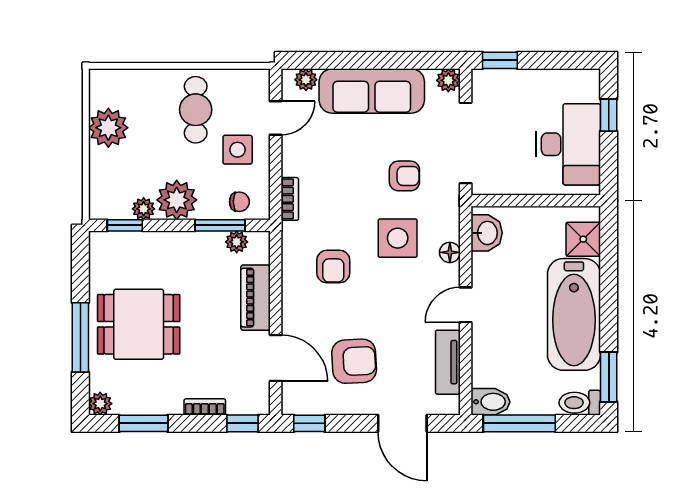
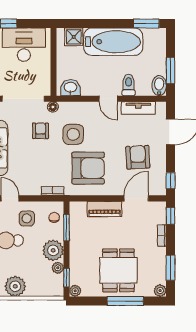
plant: (237, 242) -> (75, 291), moved
floor lamp: (450, 252) -> (53, 107), moved
armchair: (333, 267) -> (88, 168), width x1.88, depth x1.88
toilet: (580, 403) -> (129, 85), moved, turned 180
window: (519, 423) -> (171, 70), width x0.69

